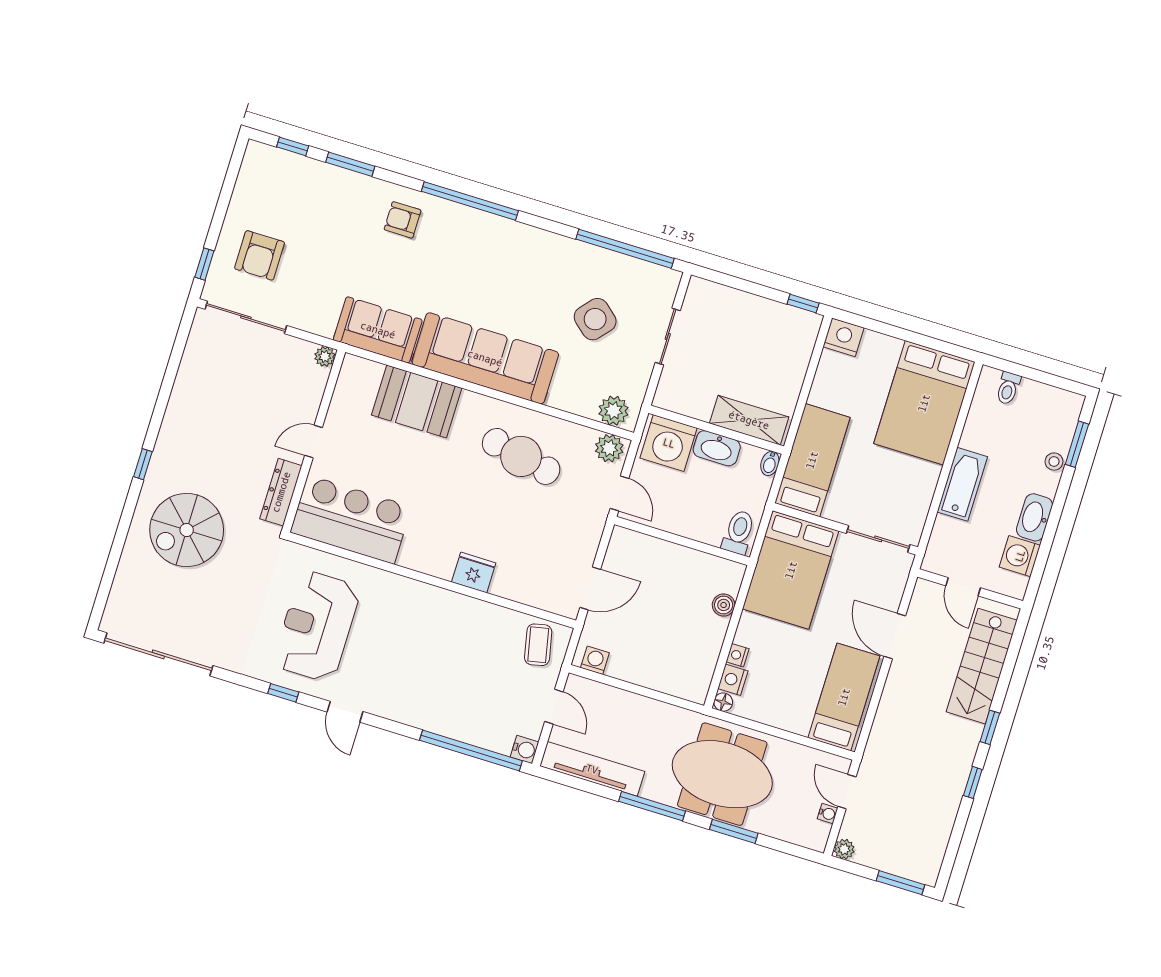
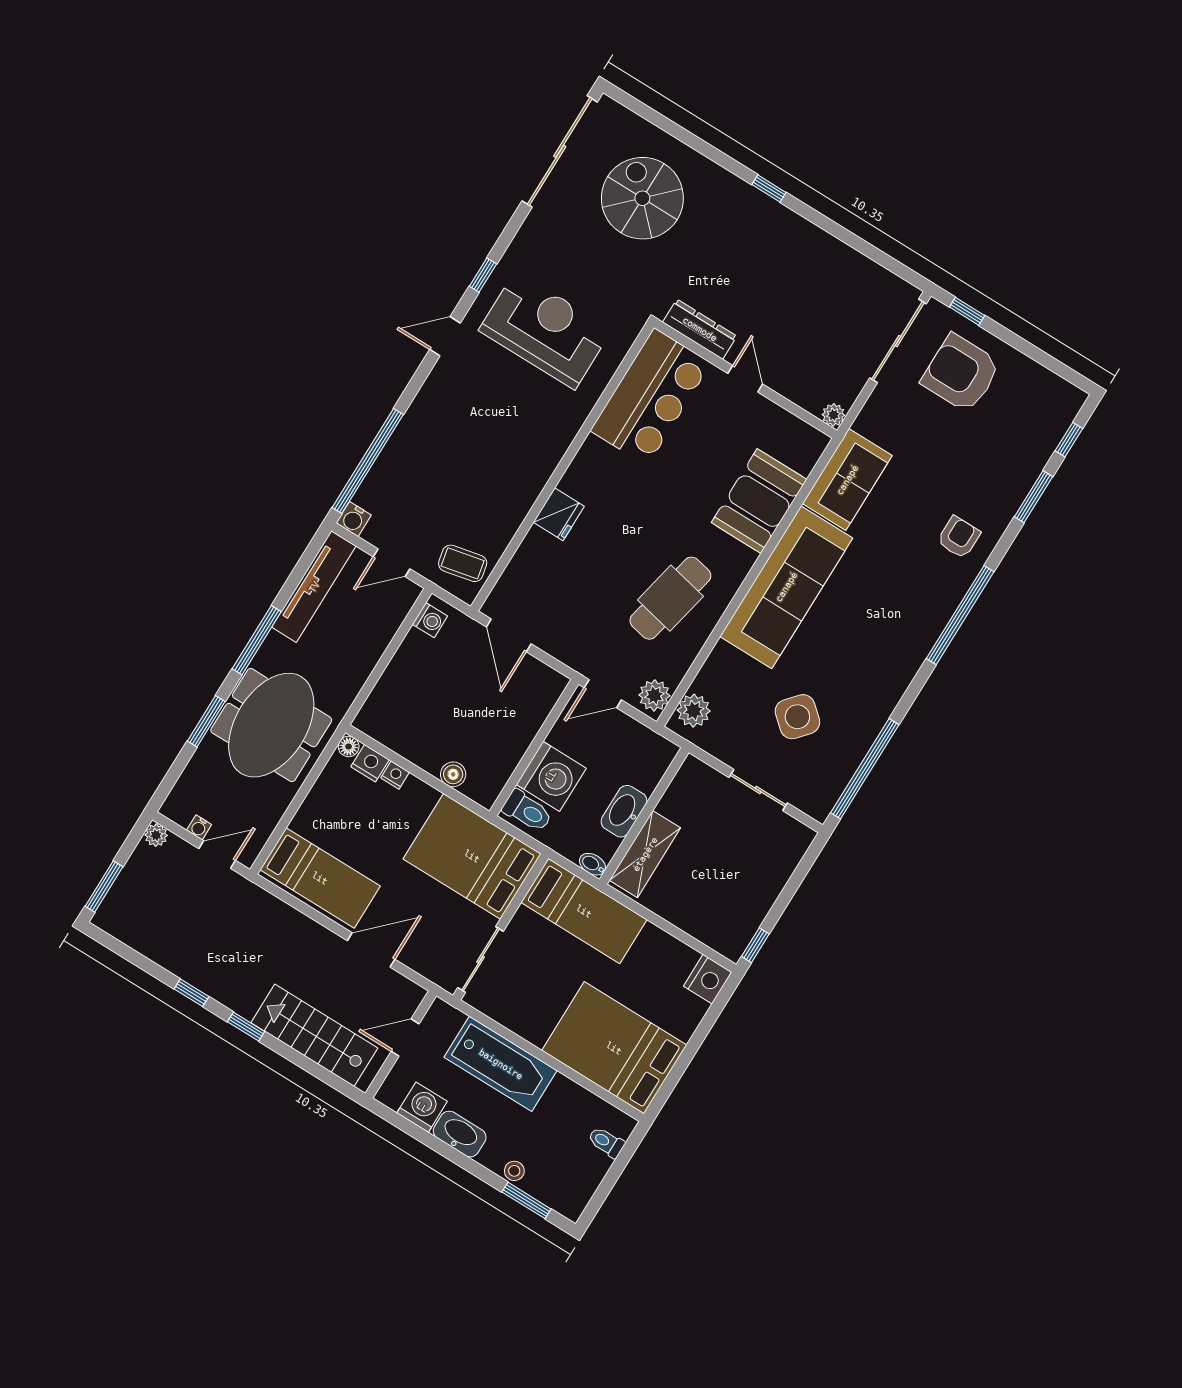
armchair: (260, 255) -> (961, 373), width x1.36, depth x1.36
washing machine: (669, 443) -> (551, 776), moved, turned 180
bathtub: (962, 484) -> (501, 1064), width x1.36, depth x1.36
spiral stairs: (187, 530) -> (642, 198), moved

